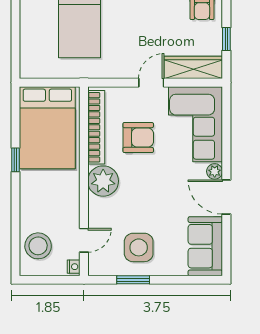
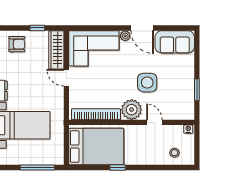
window: (16, 39) -> (38, 168), added
armchair: (138, 138) -> (103, 86), removed
door: (226, 197) -> (142, 28), hinge flipped
door: (84, 240) -> (154, 122), moved
stool: (38, 246) -> (174, 153), width x0.53, depth x0.53
side table: (139, 247) -> (147, 83), moved

